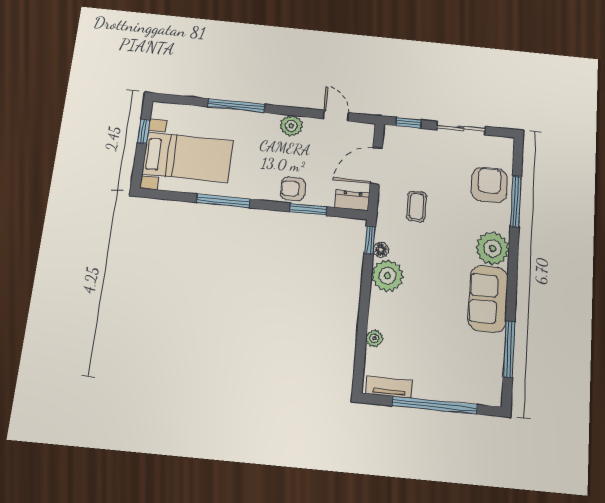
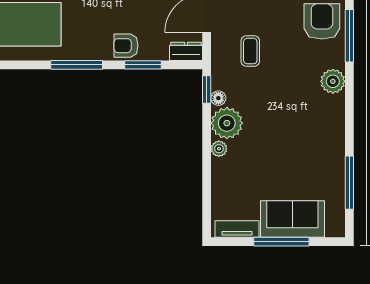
window: (223, 201) -> (77, 65), moved
plant: (492, 248) -> (333, 81), width x0.73, depth x0.73
sofa: (488, 299) -> (292, 219), moved, turned 90
plant: (374, 338) -> (219, 149), moved
window: (435, 405) -> (281, 242), width x0.68

